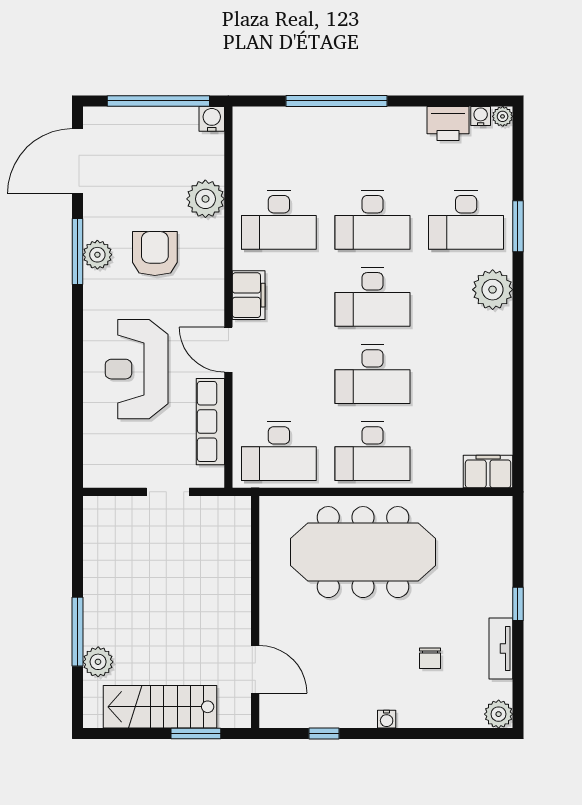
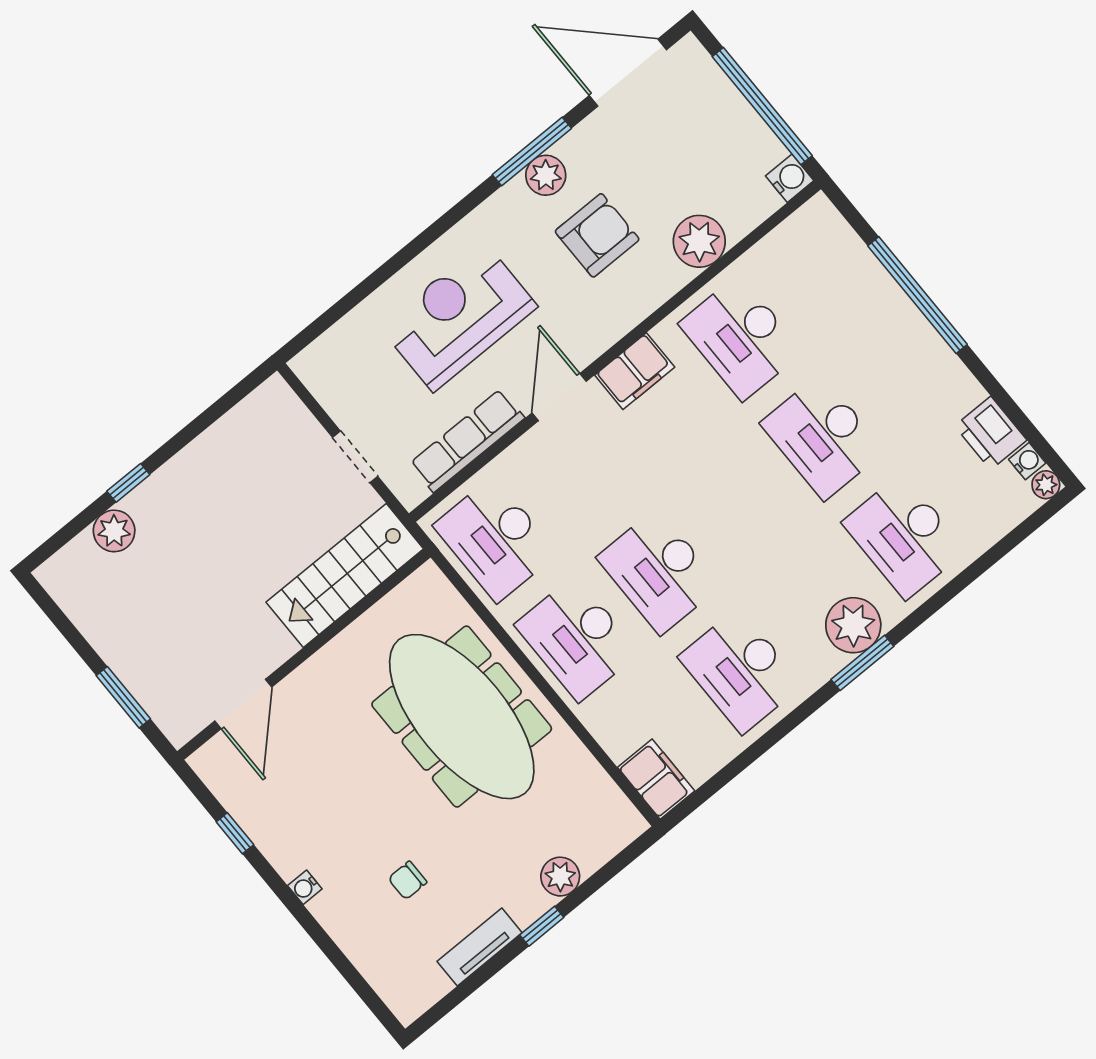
window: (518, 226) -> (862, 663), moved
desk: (372, 297) -> (740, 671), moved
window: (78, 632) -> (128, 483), width x0.46
stairs: (160, 707) -> (345, 575), moved, turned -90
plant: (499, 714) -> (560, 877), moved

